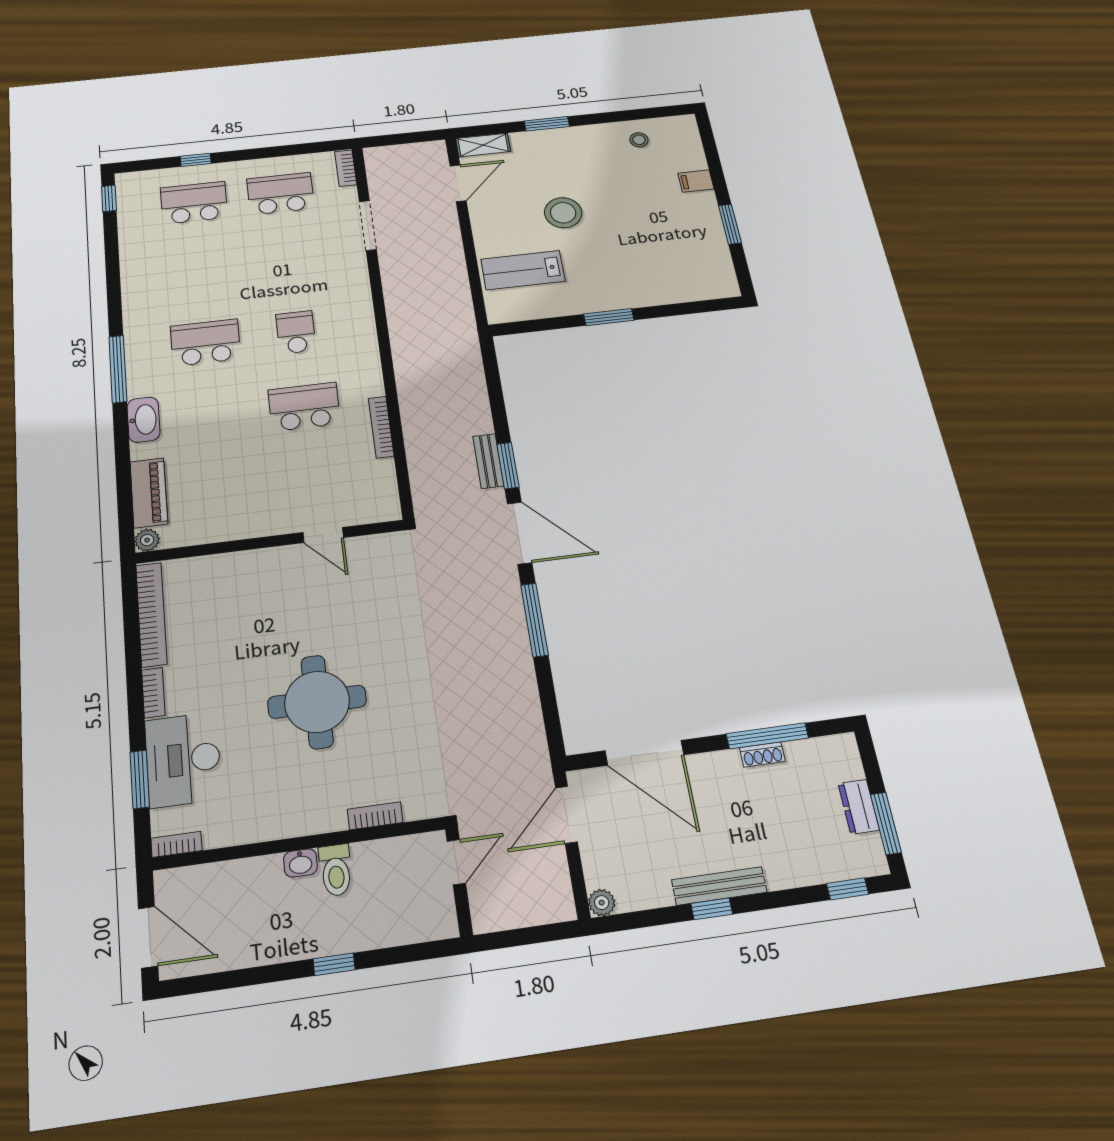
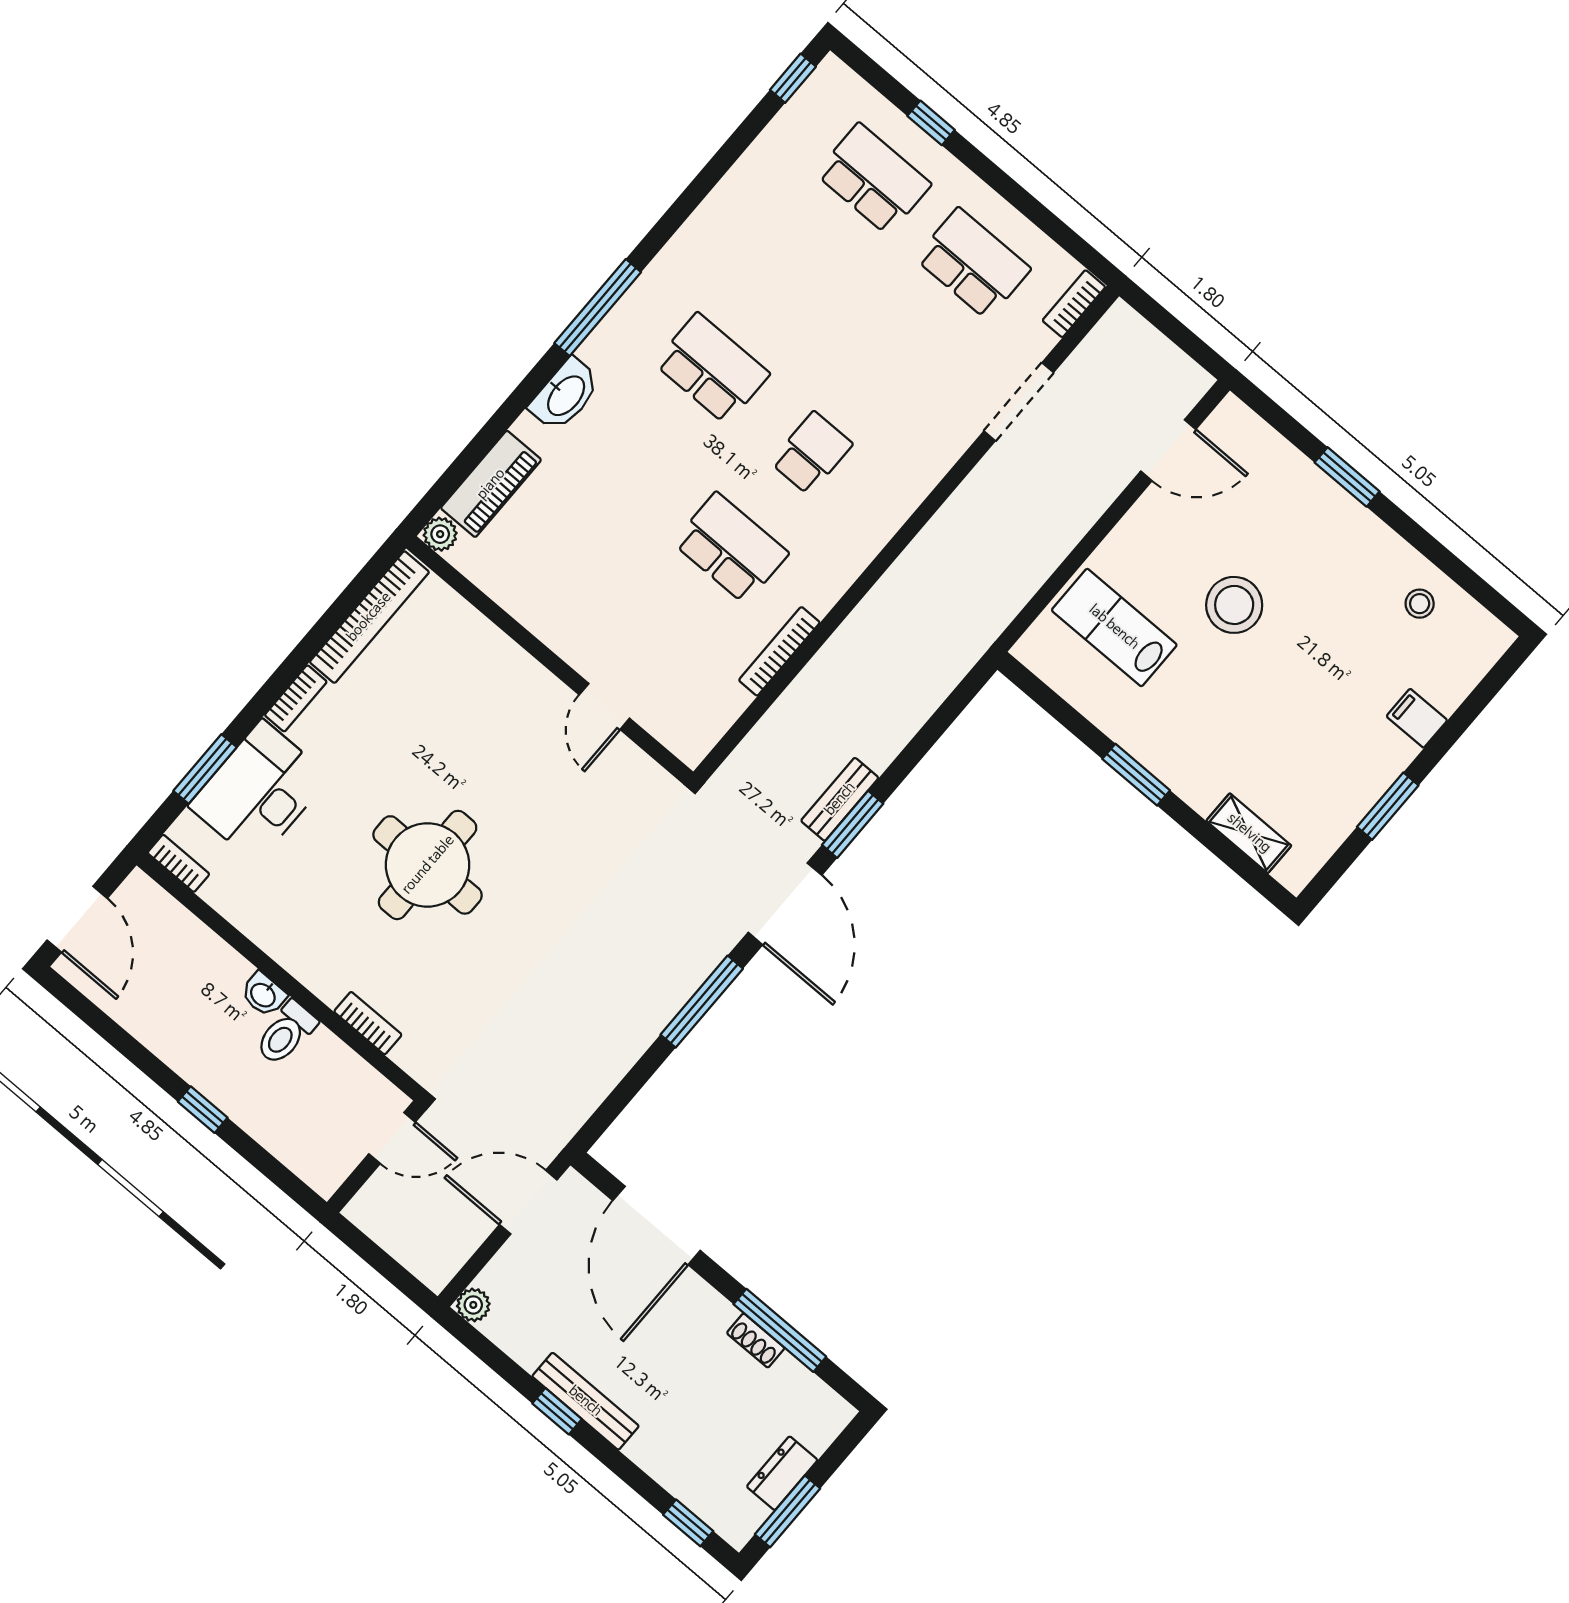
shelving: (483, 145) -> (1249, 833), moved

